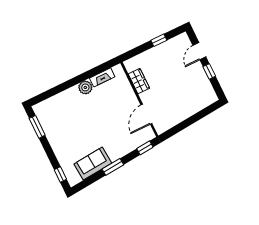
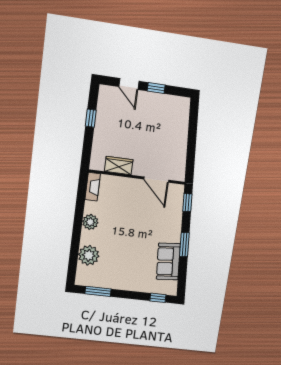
fireplace: (102, 77) -> (93, 187), moved
plant: (60, 102) -> (89, 255), added

